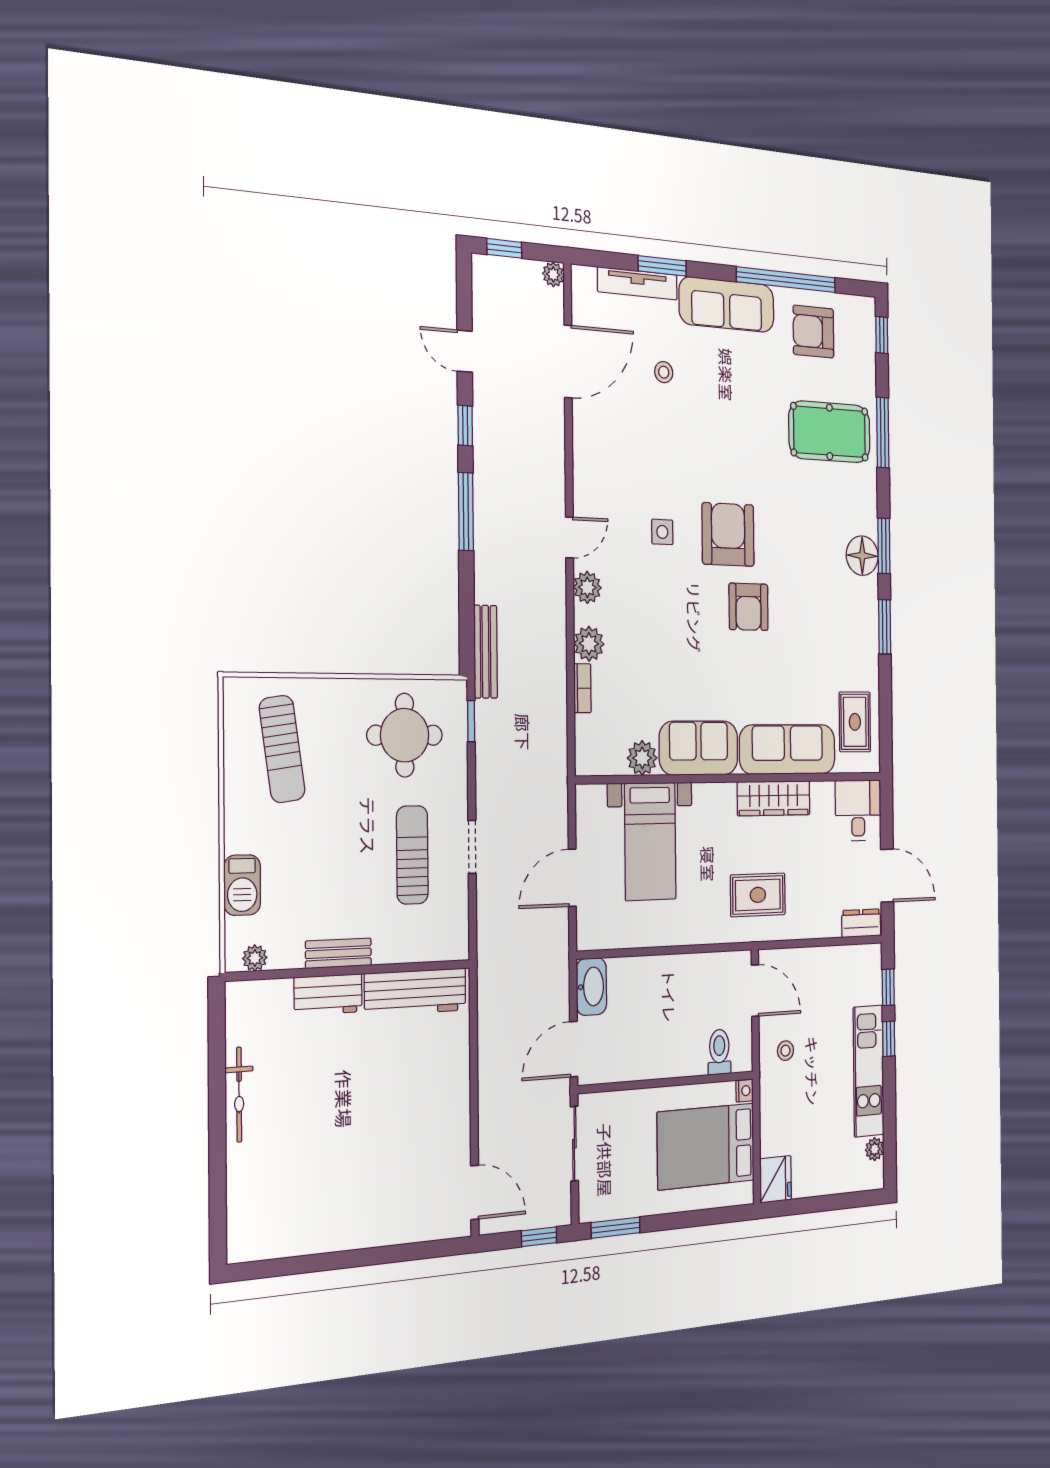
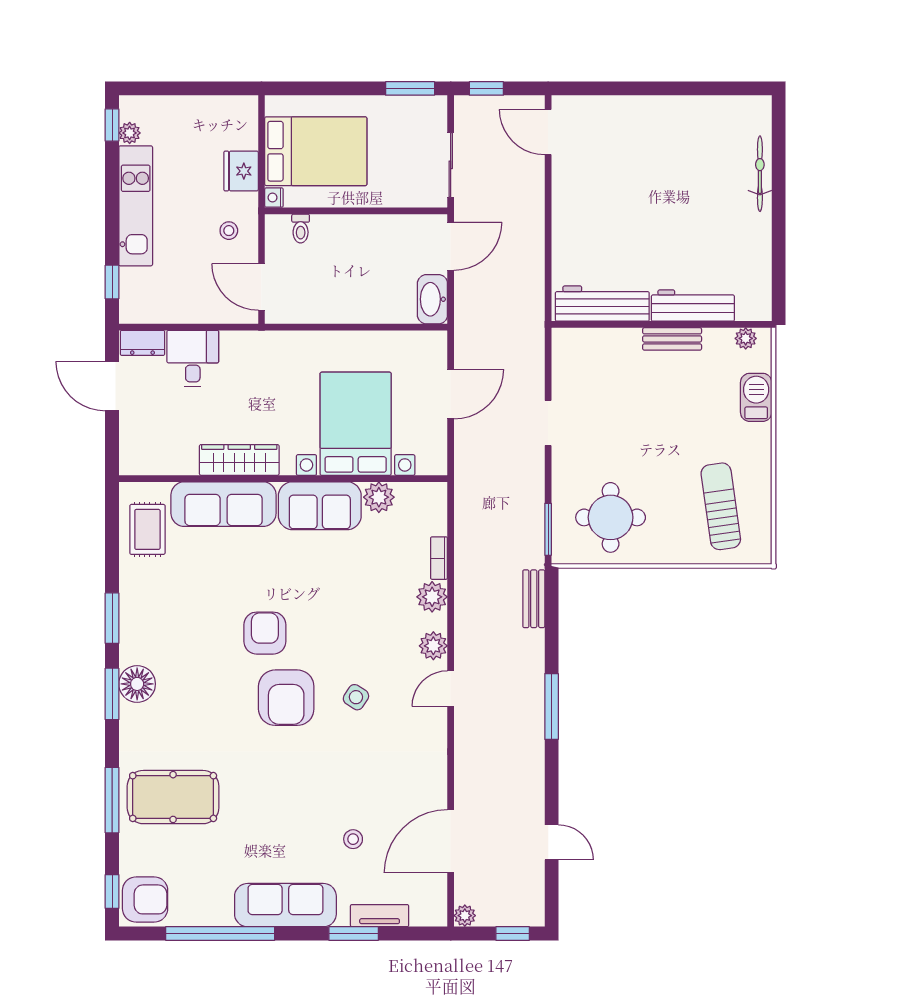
tv unit: (637, 283) -> (380, 916), width x0.71
armchair: (813, 332) -> (145, 899), moved
window: (465, 426) -> (552, 779), removed
side table: (662, 532) -> (356, 697), turned 33
bench: (486, 652) -> (534, 599), width x0.73
window: (471, 721) -> (548, 529), width x1.50
desk: (858, 810) -> (193, 358), moved, turned 180
bed with nightstands: (650, 841) -> (356, 424), width x1.36
sun lounger: (412, 855) -> (604, 418), removed
rug: (758, 895) -> (258, 373), removed
workbench: (328, 995) -> (693, 306), width x1.37
window: (889, 1039) -> (112, 125), moved
toilet: (719, 1052) -> (301, 229), width x0.73, depth x0.72
bicycle: (239, 1095) -> (760, 174), moved
fridge: (776, 1179) -> (241, 171), moved

